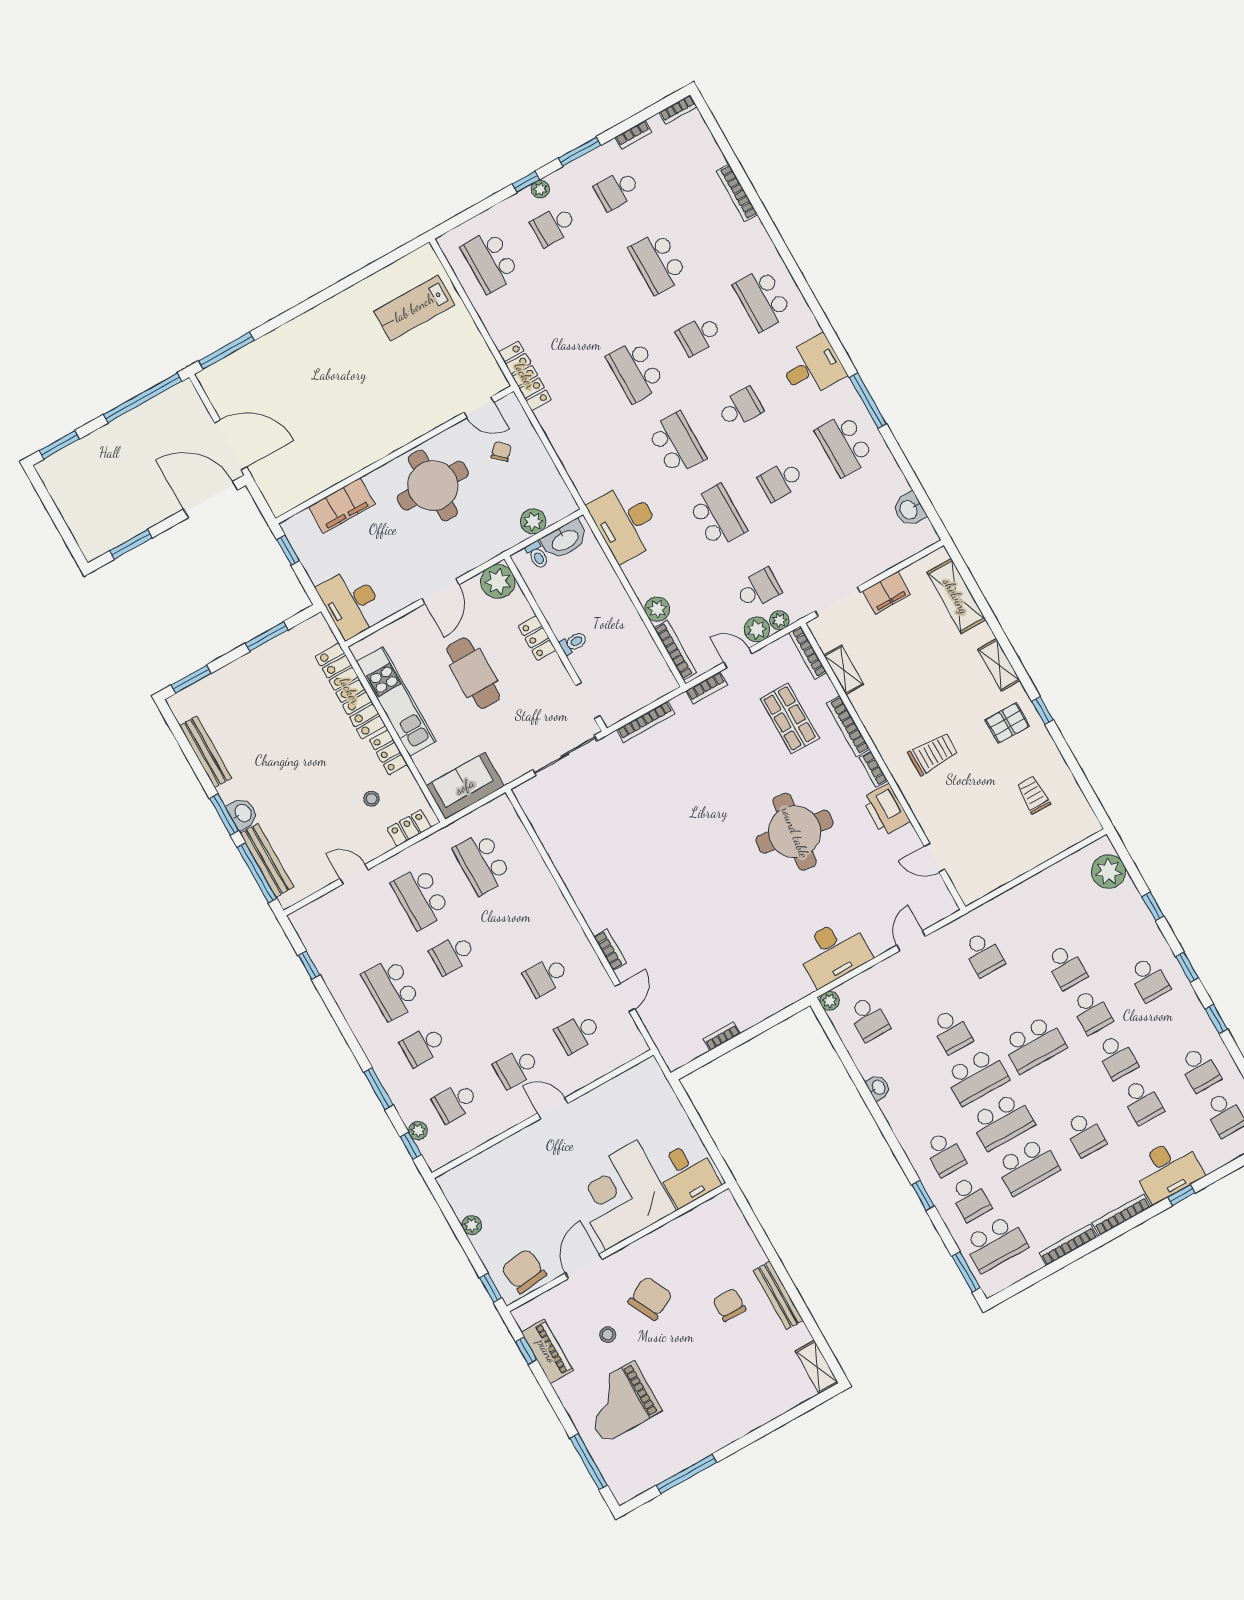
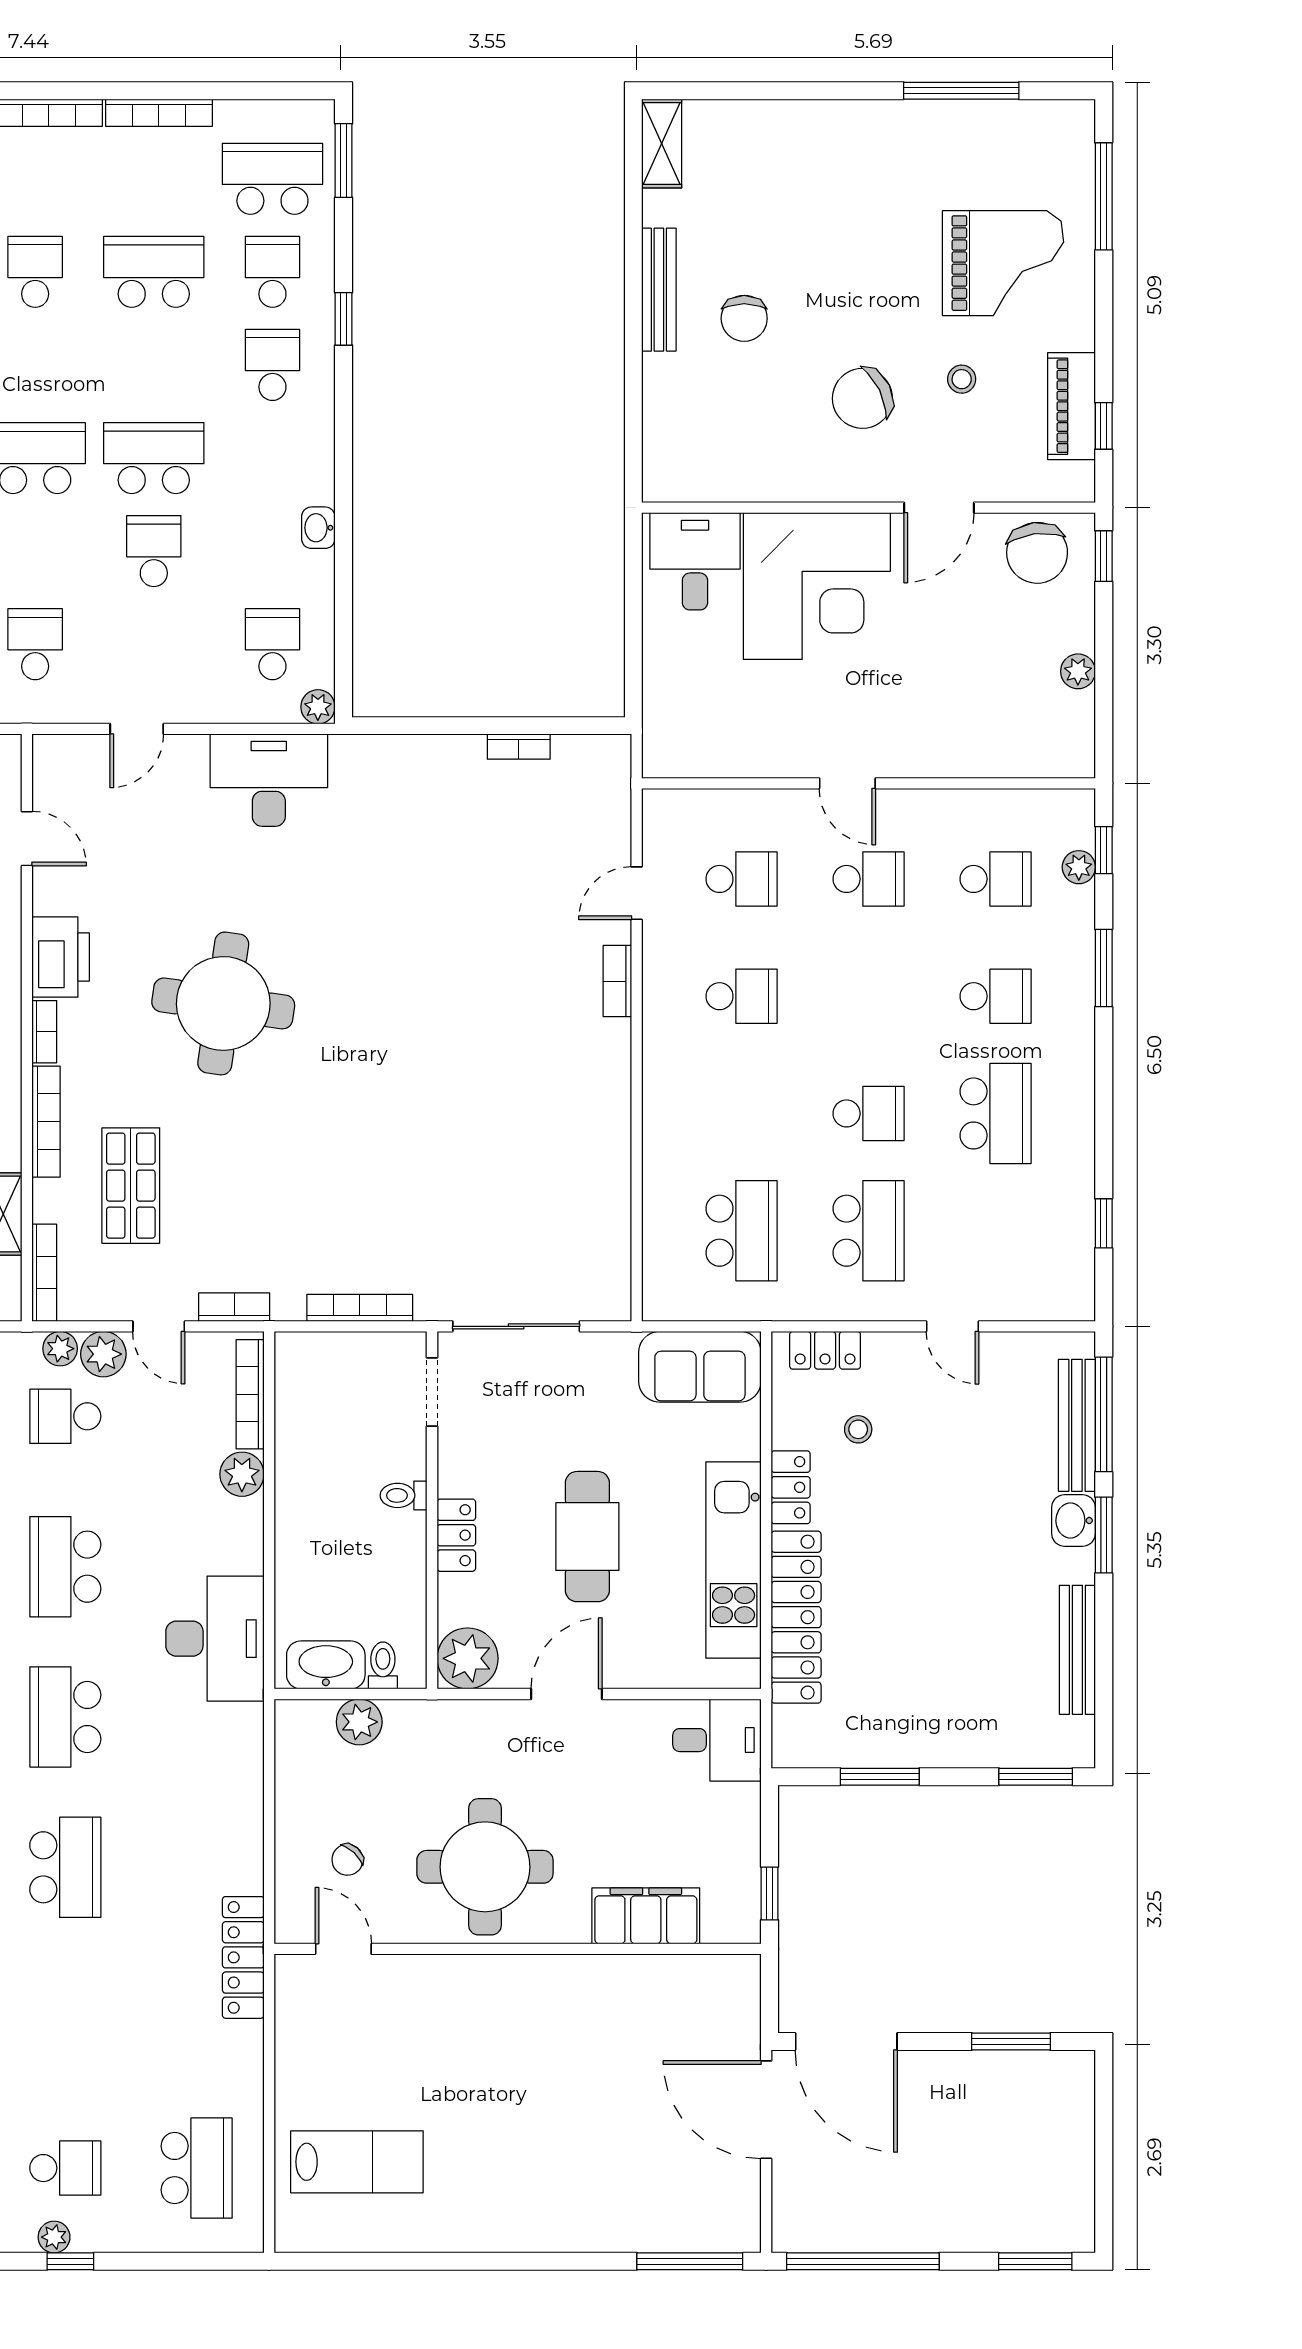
desk: (351, 603) -> (717, 1740), width x0.73
school desk: (1002, 1121) -> (154, 365), removed

